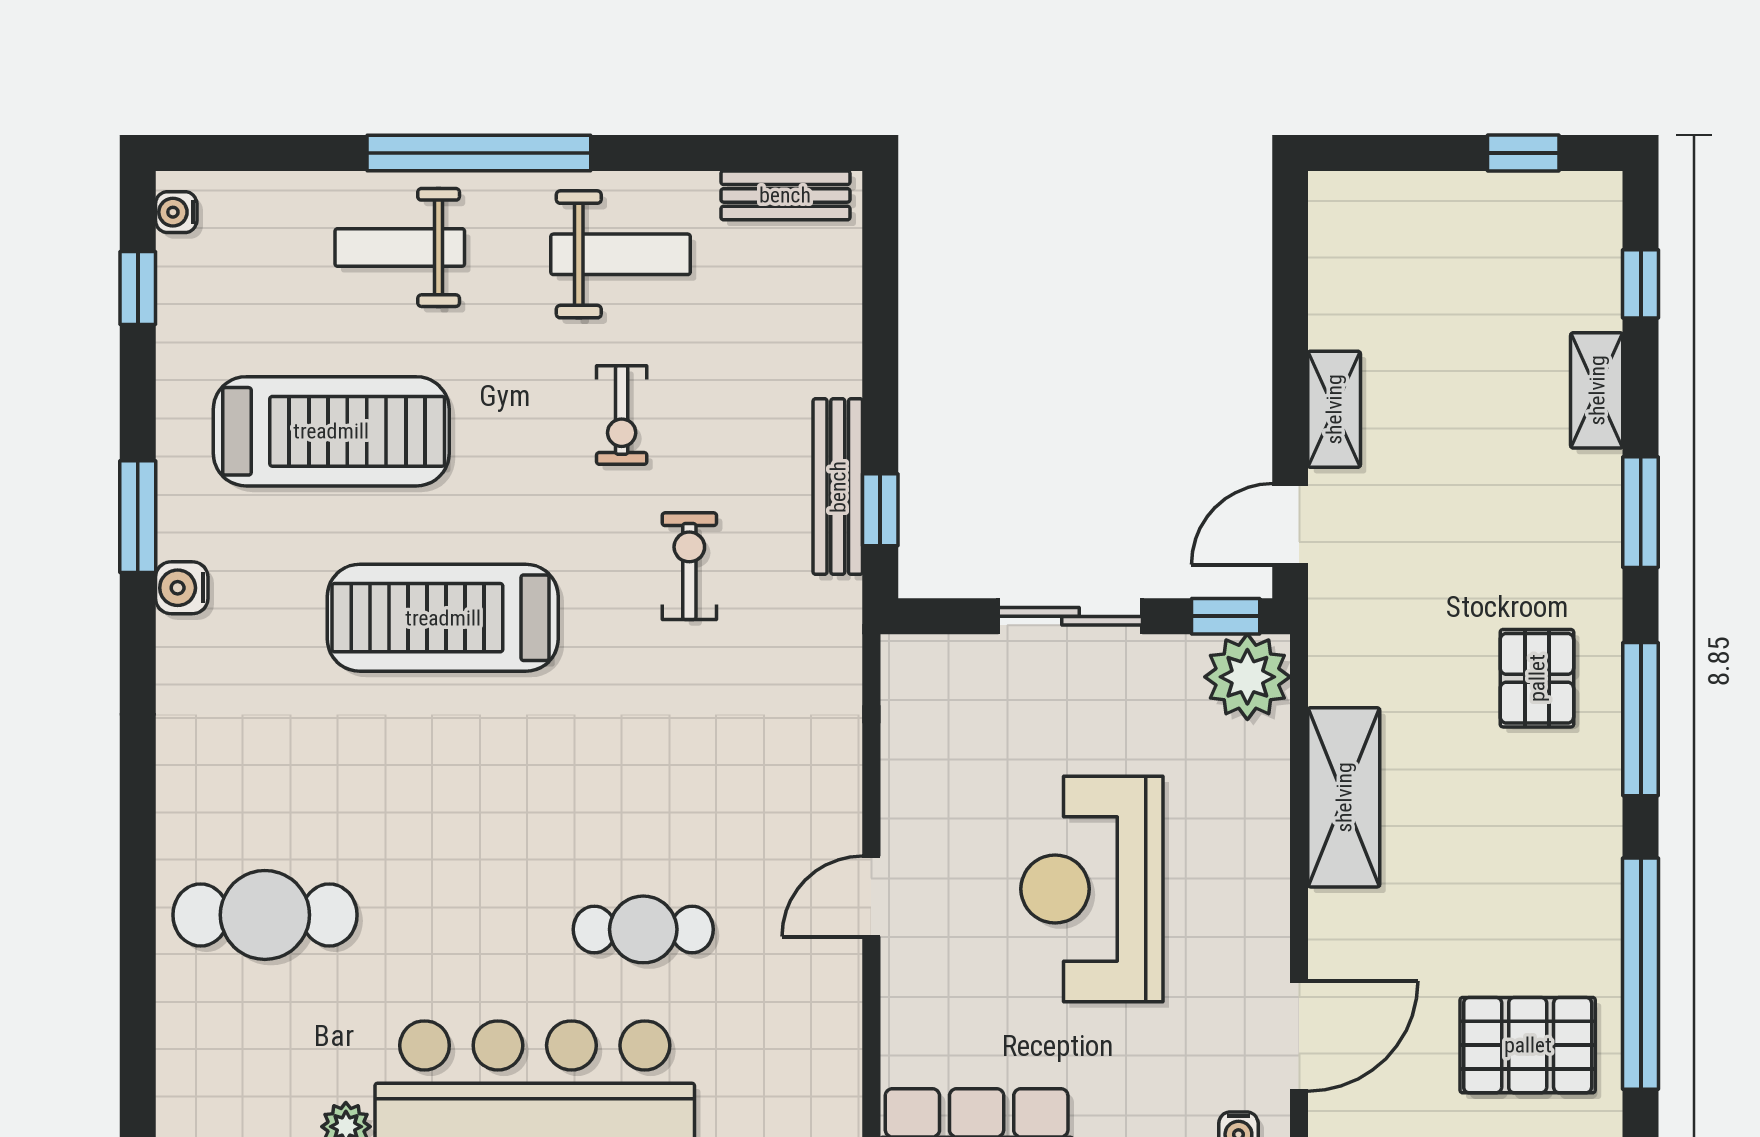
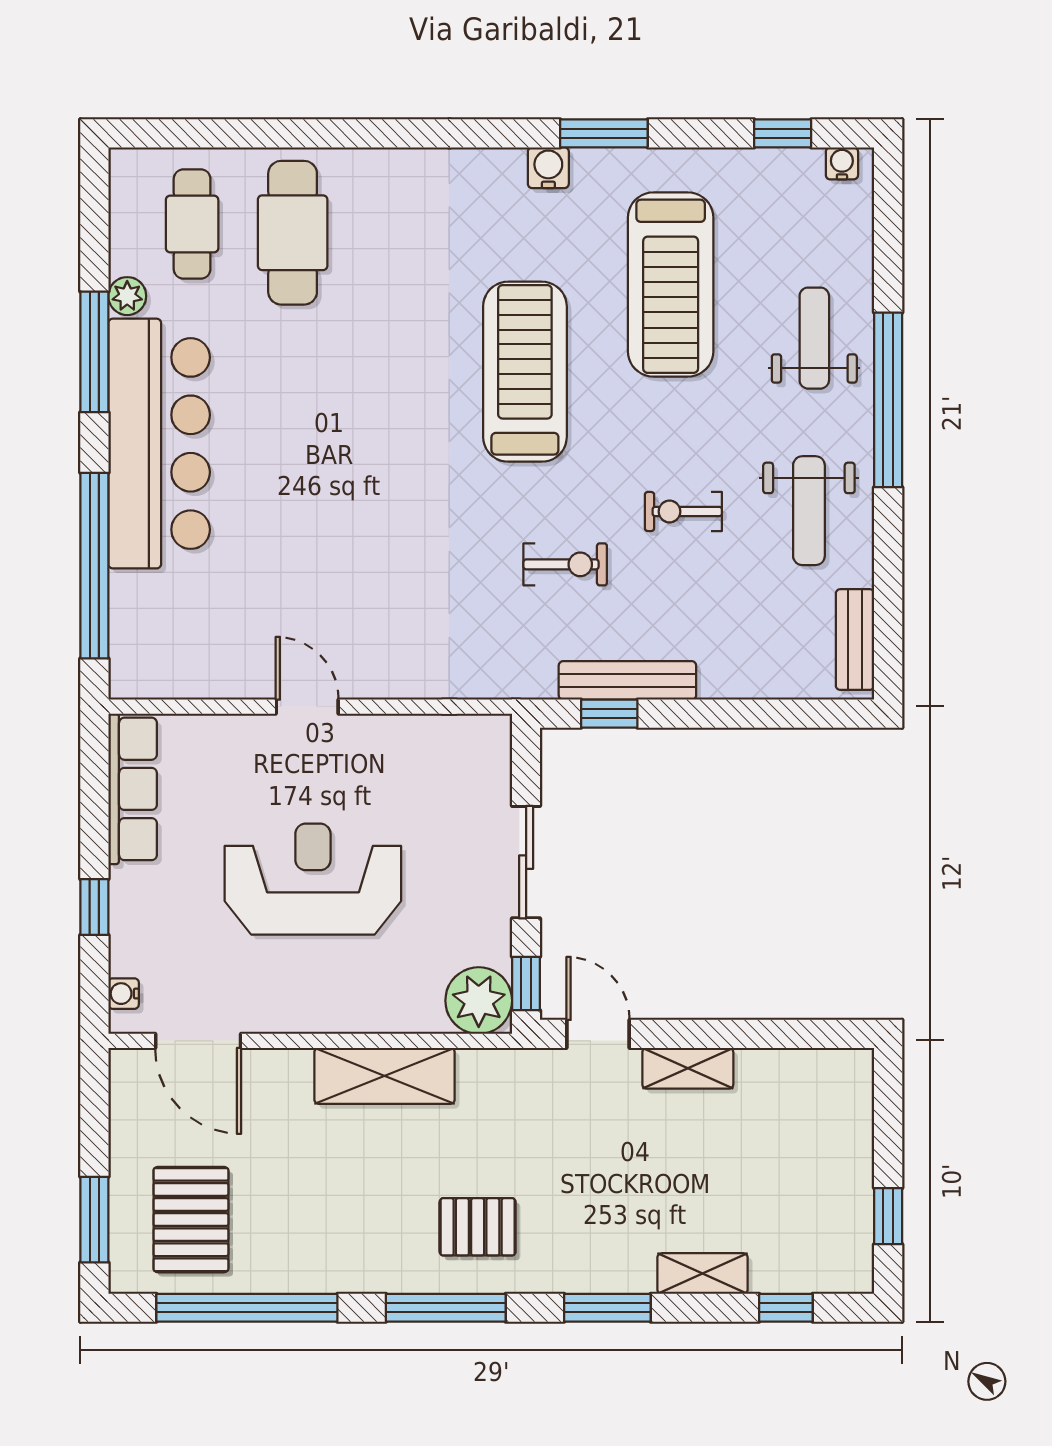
cafe table: (643, 929) -> (192, 224), moved

